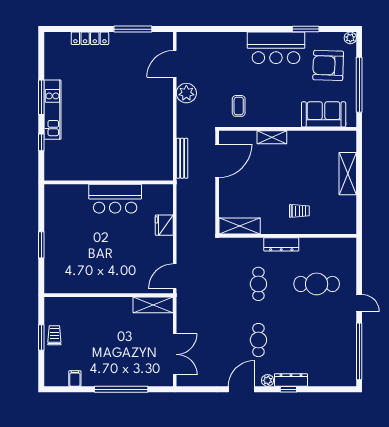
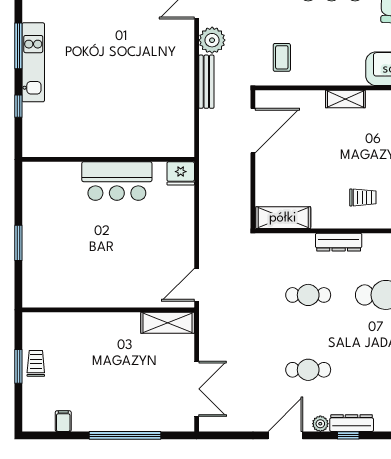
shelving: (272, 137) -> (345, 99), moved
bench: (182, 158) -> (206, 82), moved
fridge: (164, 225) -> (181, 173), moved, turned -90
cafe table: (258, 284) -> (308, 295), turned 90
cafe table: (258, 340) -> (308, 370), turned 90

